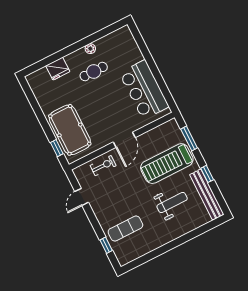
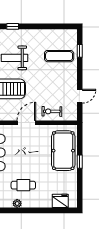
fridge: (58, 69) -> (60, 201), moved
window: (57, 148) -> (80, 162), moved
window: (191, 235) -> (13, 26), added

